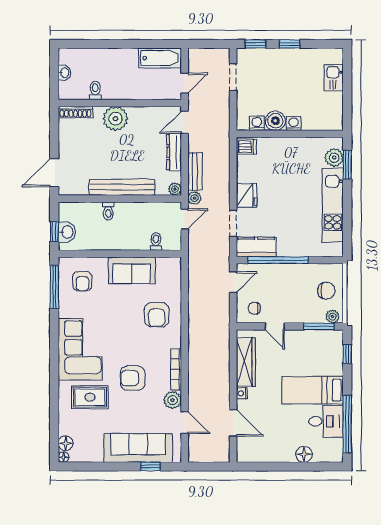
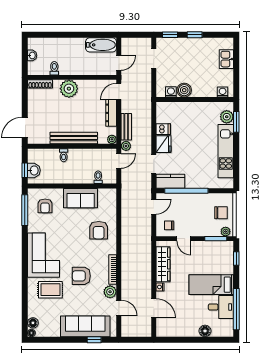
washing machine: (293, 123) -> (223, 92), moved
dishwasher: (246, 147) -> (163, 129), moved

